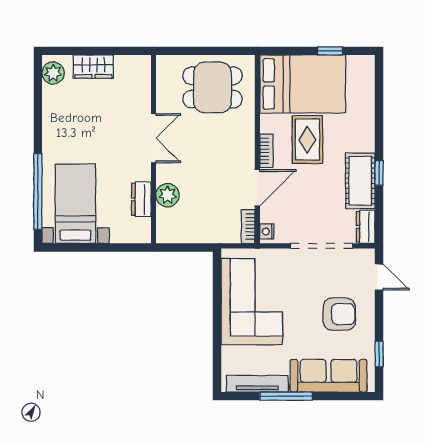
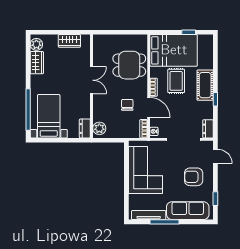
wardrobe: (93, 67) -> (69, 41), moved
dining table: (212, 87) -> (129, 65), moved
wardrobe: (54, 106) -> (37, 63), added
cot: (360, 181) -> (205, 85), moved
chair: (218, 183) -> (127, 105), added
door: (257, 188) -> (149, 107), hinge flipped
plant: (168, 195) -> (99, 128), moved
dresser: (141, 199) -> (85, 128), moved
armchair: (339, 314) -> (194, 177), turned 180

